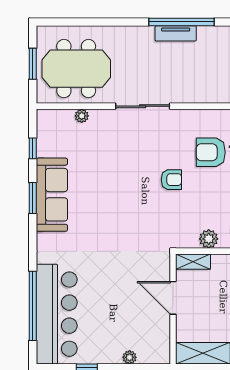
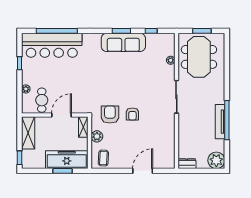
tv unit: (176, 33) -> (220, 122), width x1.41
armchair: (211, 152) -> (110, 115), moved
cafe table: (148, 331) -> (42, 100), added

